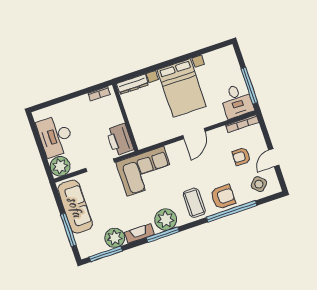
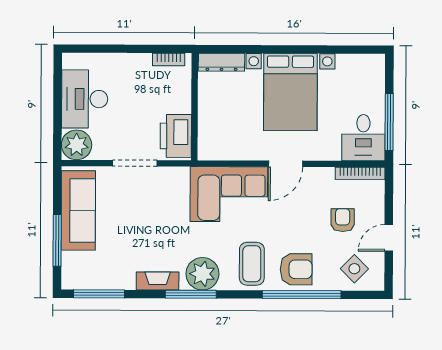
armchair: (241, 156) -> (343, 220), turned 90
corner sofa: (145, 171) -> (229, 194), moved
plant: (115, 238) -> (120, 275), removed

